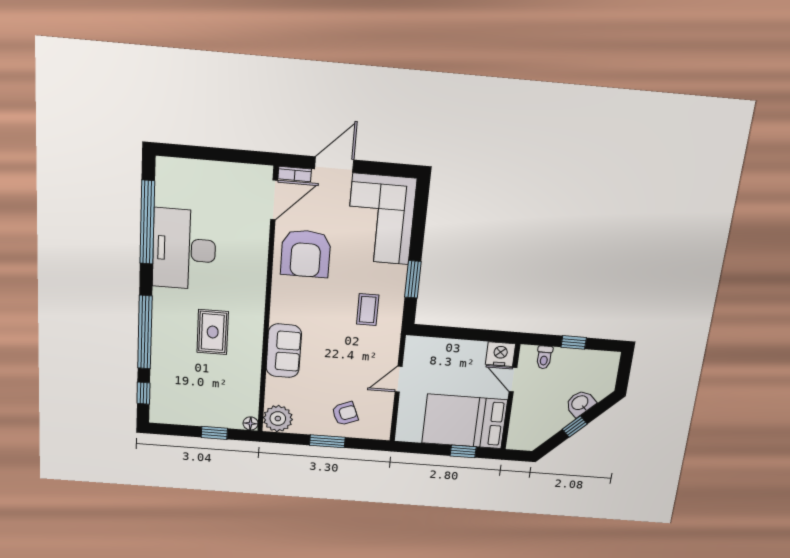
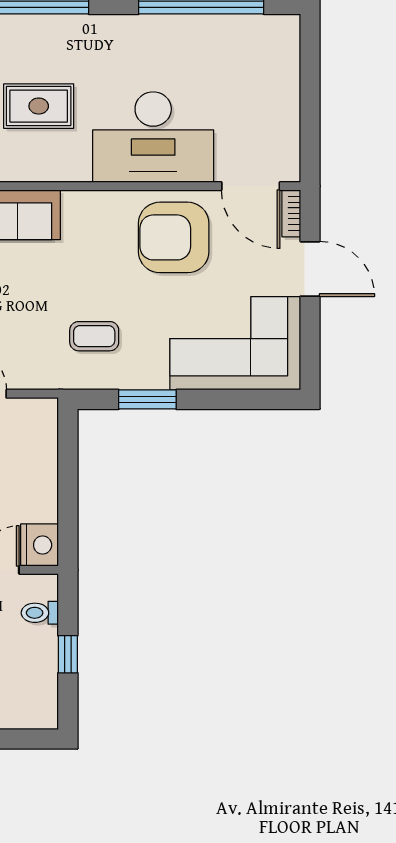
desk: (184, 249) -> (153, 137), moved, turned 180

